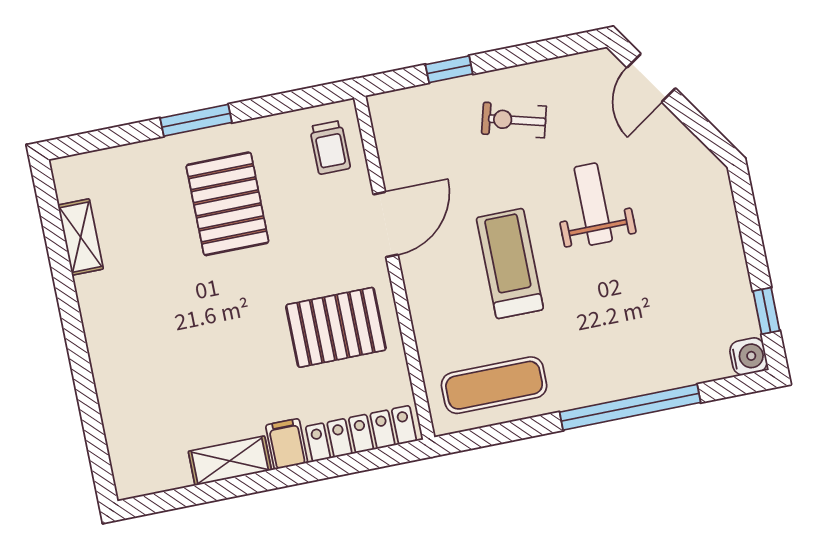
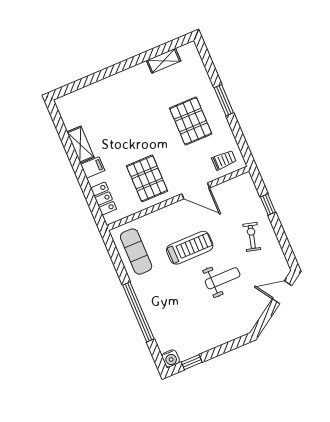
trolley: (330, 147) -> (224, 160), turned 180
pallet: (227, 204) -> (191, 121), turned 90
locker: (361, 434) -> (104, 199), width x0.66

